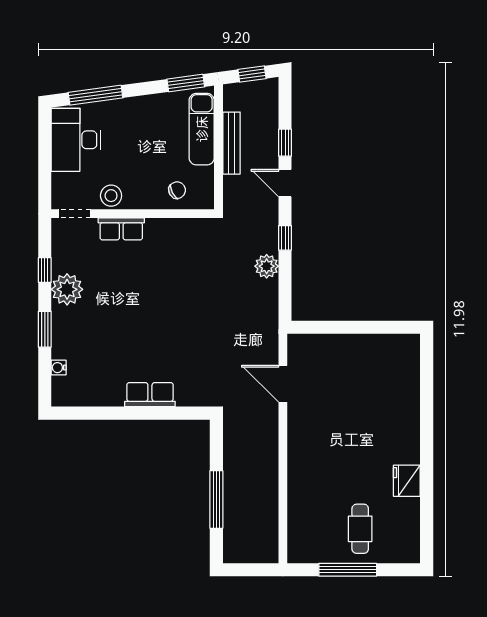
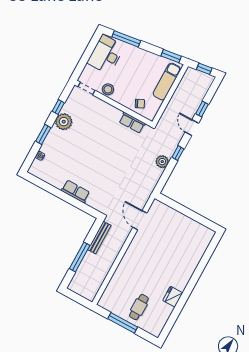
bench: (231, 143) -> (99, 237), moved
row of seats: (121, 229) -> (132, 123), moved

